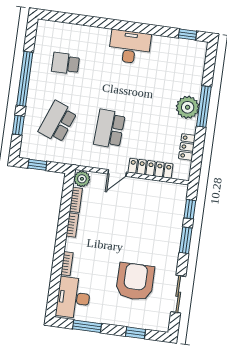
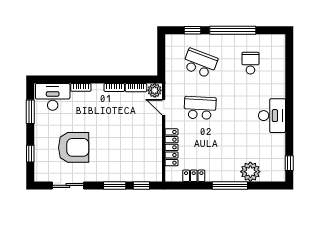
plant: (188, 107) -> (250, 172), moved
window: (37, 165) -> (161, 51), removed
door: (117, 173) -> (164, 107), moved

